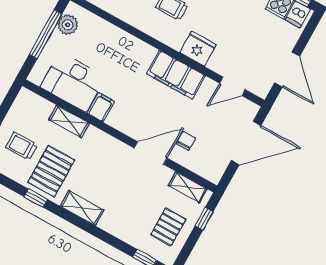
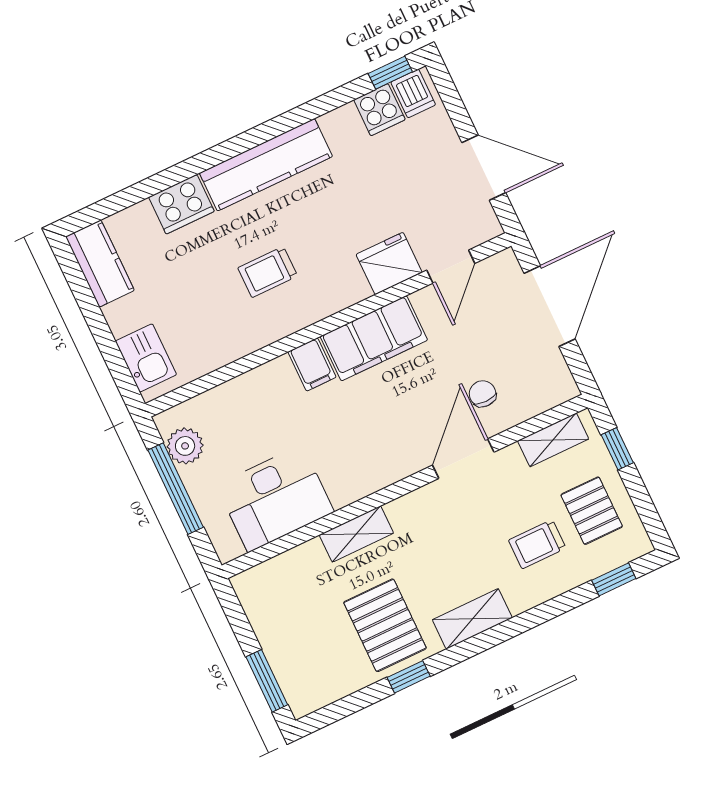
fridge: (198, 49) -> (389, 263), moved
filing cabinet: (101, 107) -> (312, 365), moved, turned 180
shelving: (69, 122) -> (356, 534), moved
trolley: (21, 146) -> (537, 544), moved

